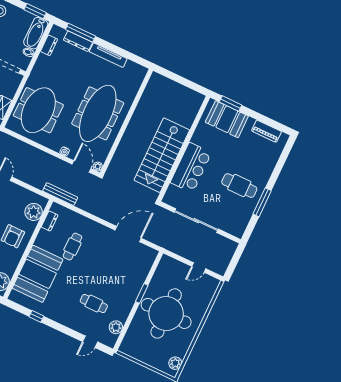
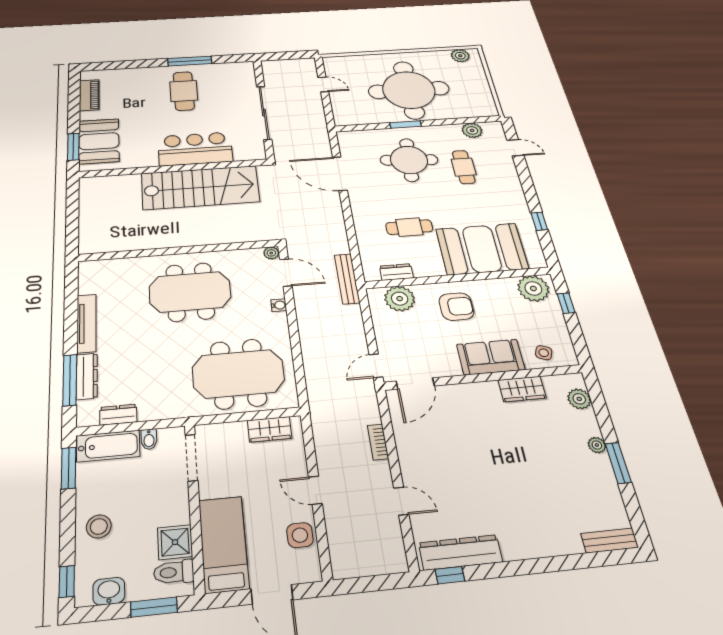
meeting table: (98, 113) -> (190, 292), width x0.73
door: (82, 166) -> (286, 273), swing flipped
round table: (116, 278) -> (409, 160), added

